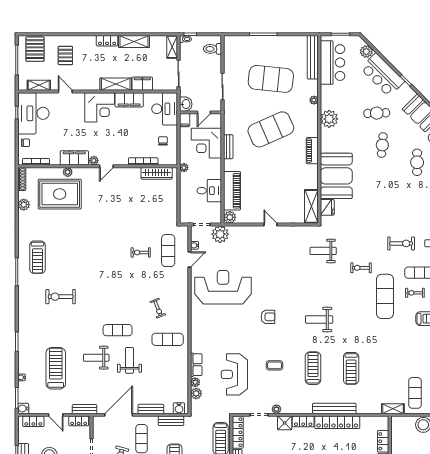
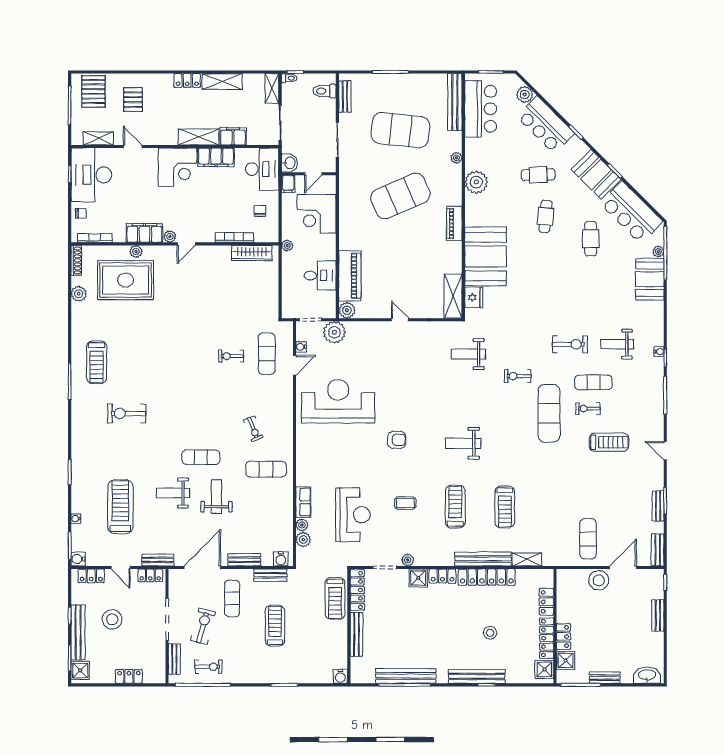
bench: (228, 147) -> (345, 97), moved
reception desk: (234, 374) -> (353, 515), turned 180
shelving: (393, 409) -> (527, 559), moved

